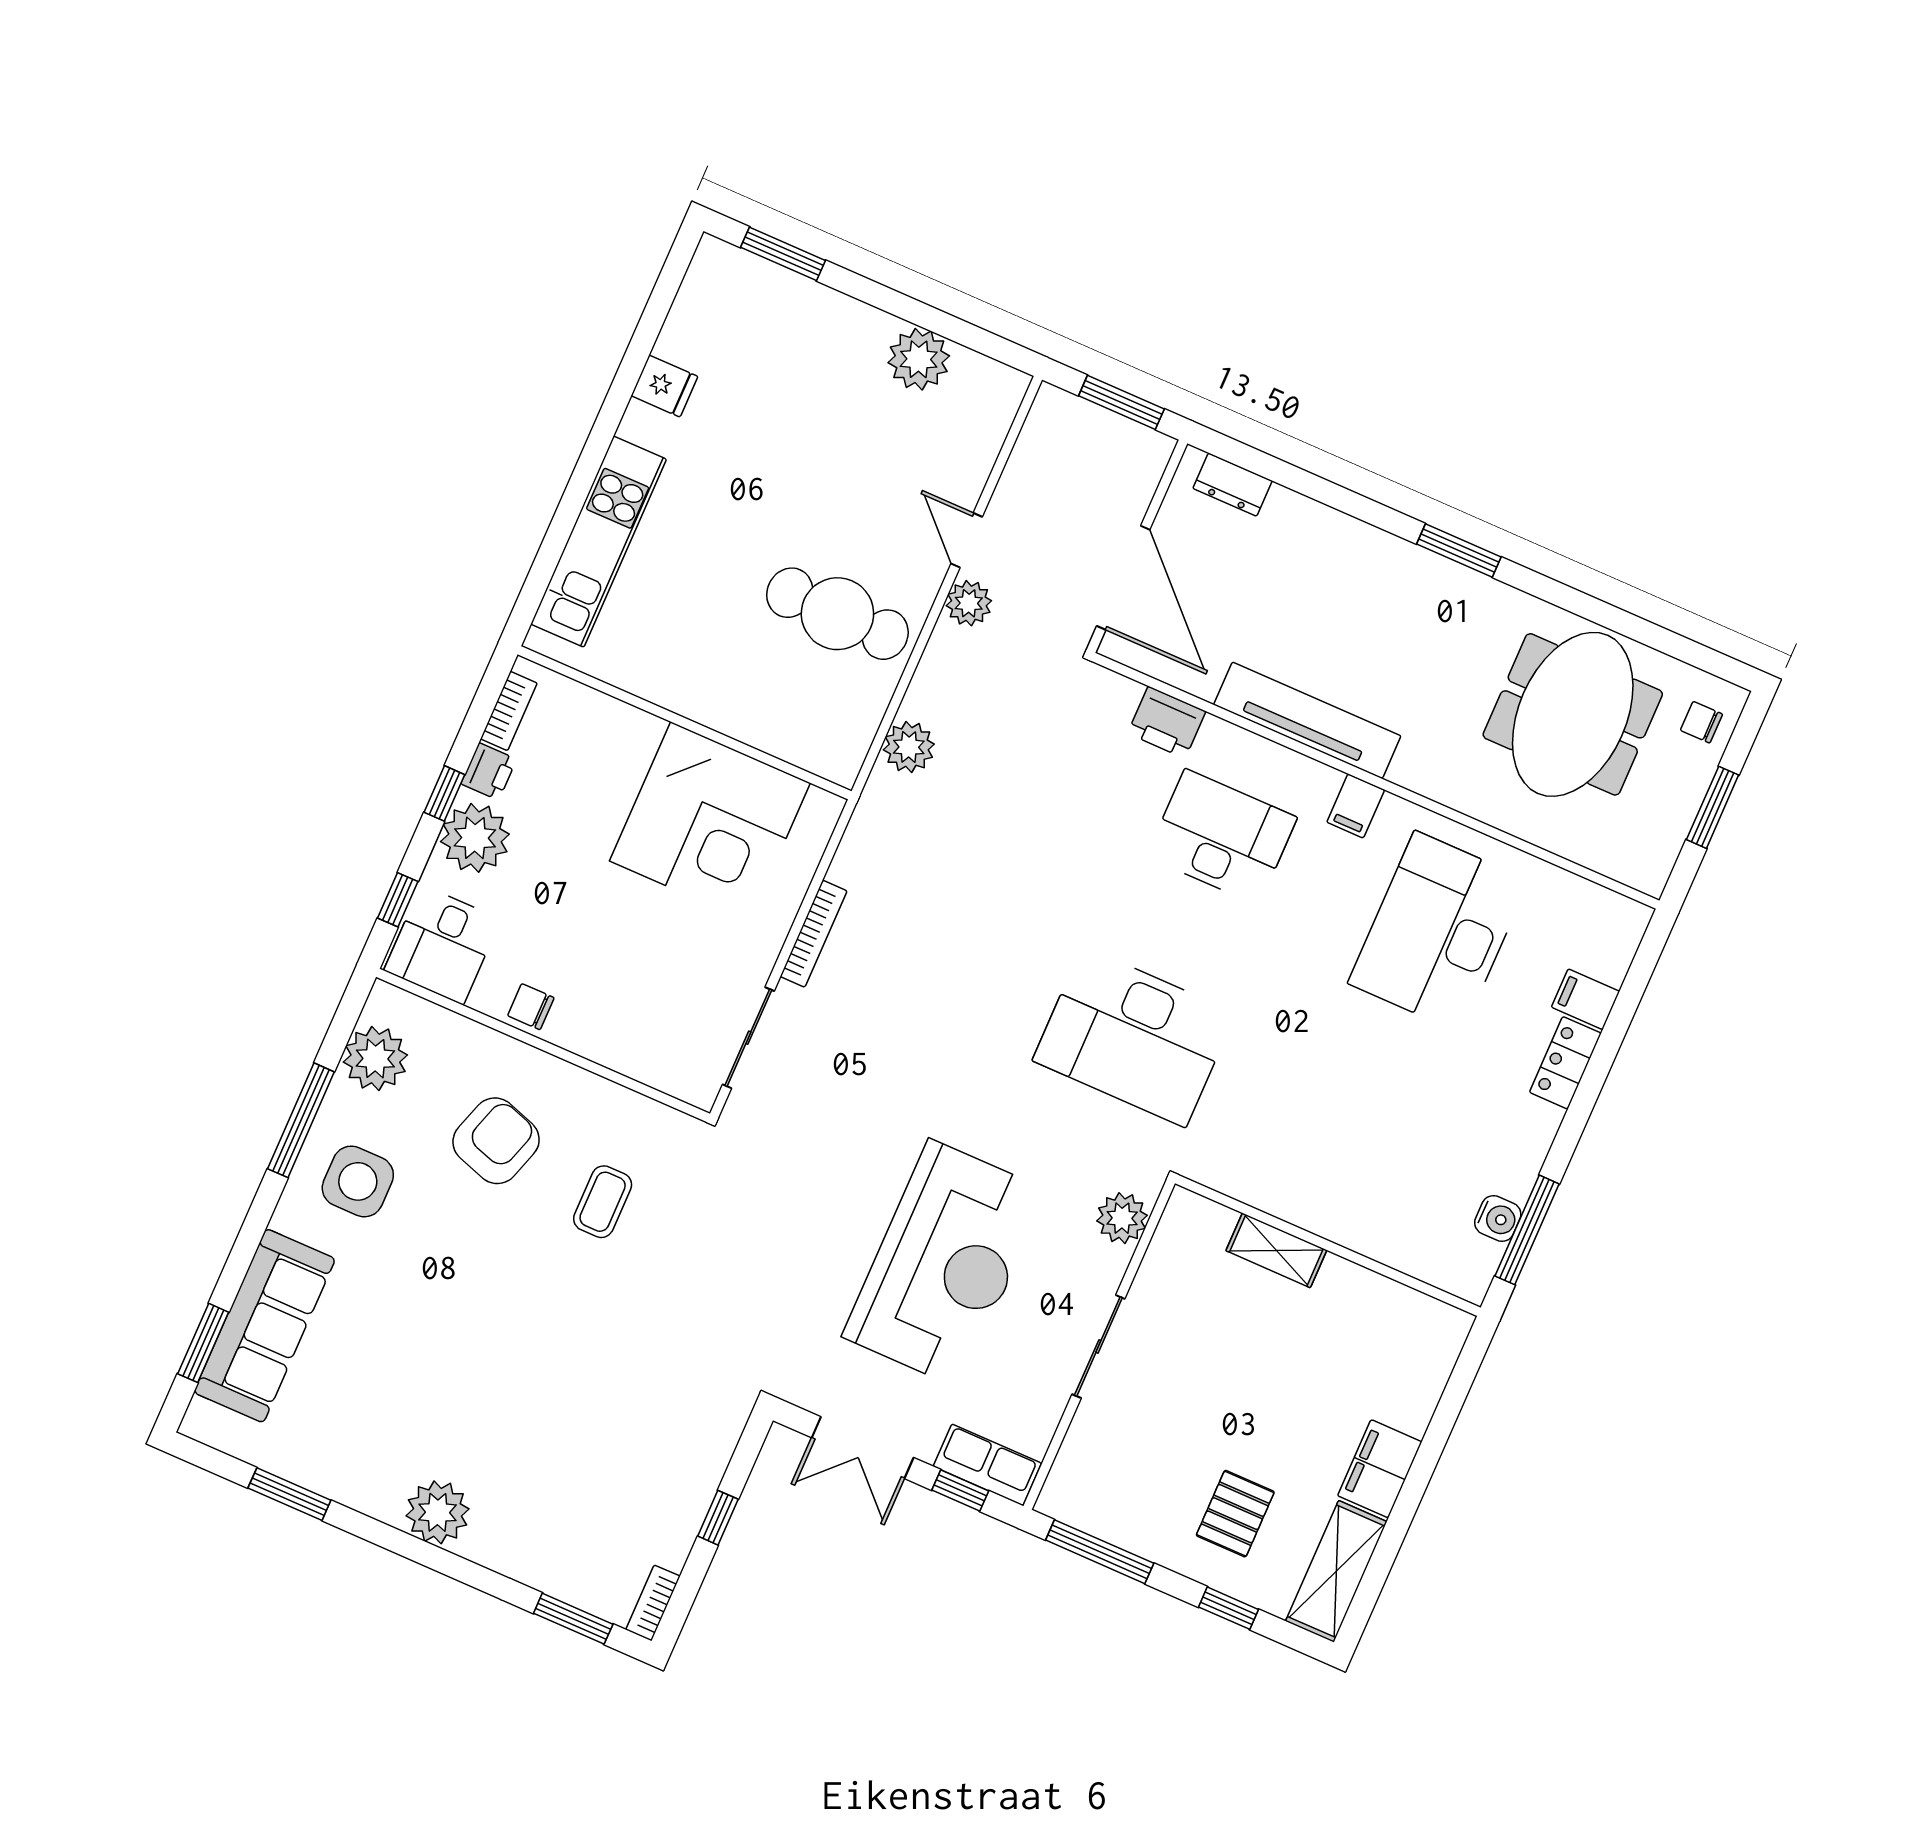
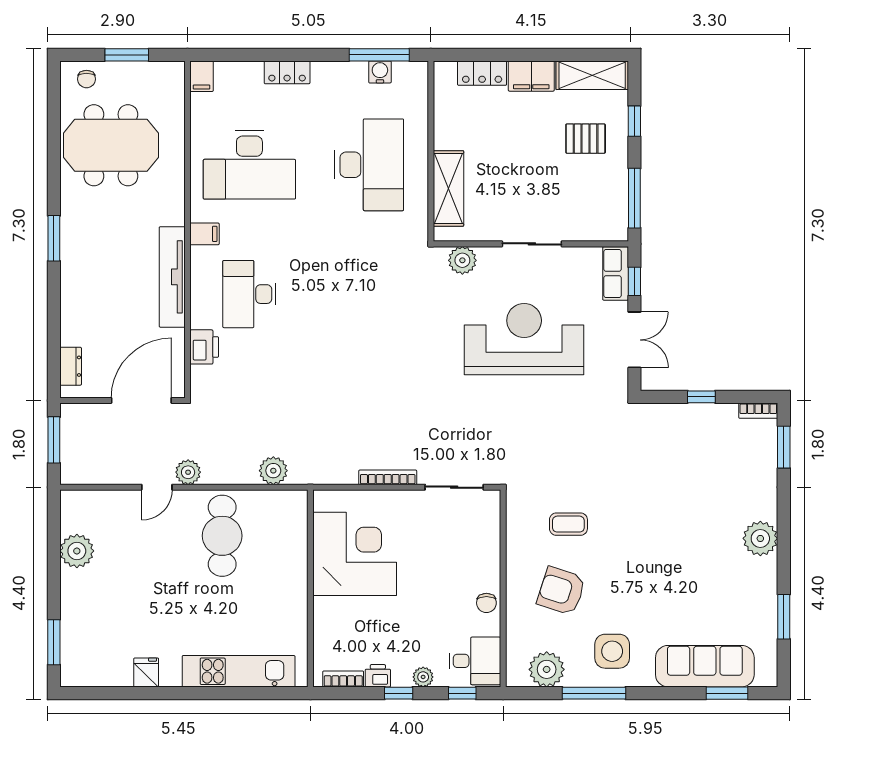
plant: (475, 838) -> (423, 677), width x0.53, depth x0.53
filing cabinet: (1586, 999) -> (202, 76), moved
desk: (1134, 1037) -> (369, 165), moved
shelving: (1276, 1250) -> (448, 188), width x1.50, depth x1.33
locker: (1421, 1389) -> (482, 73), added

